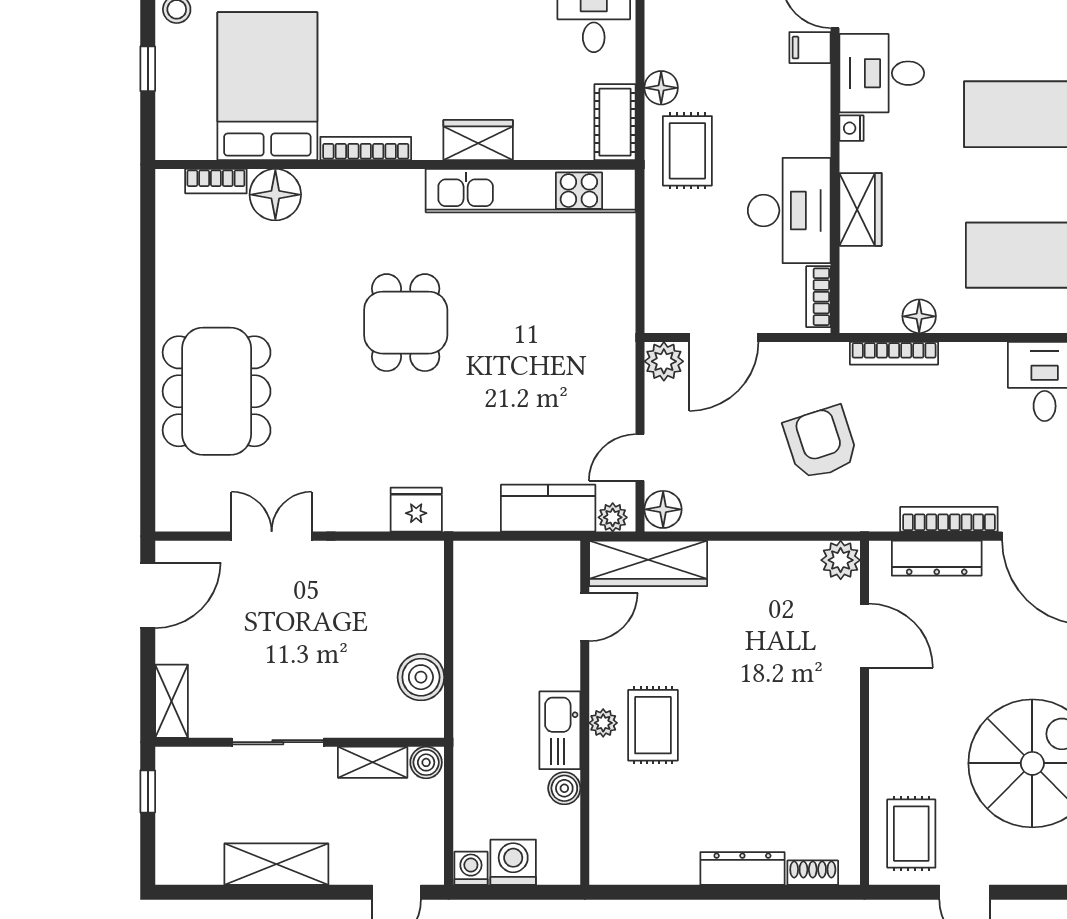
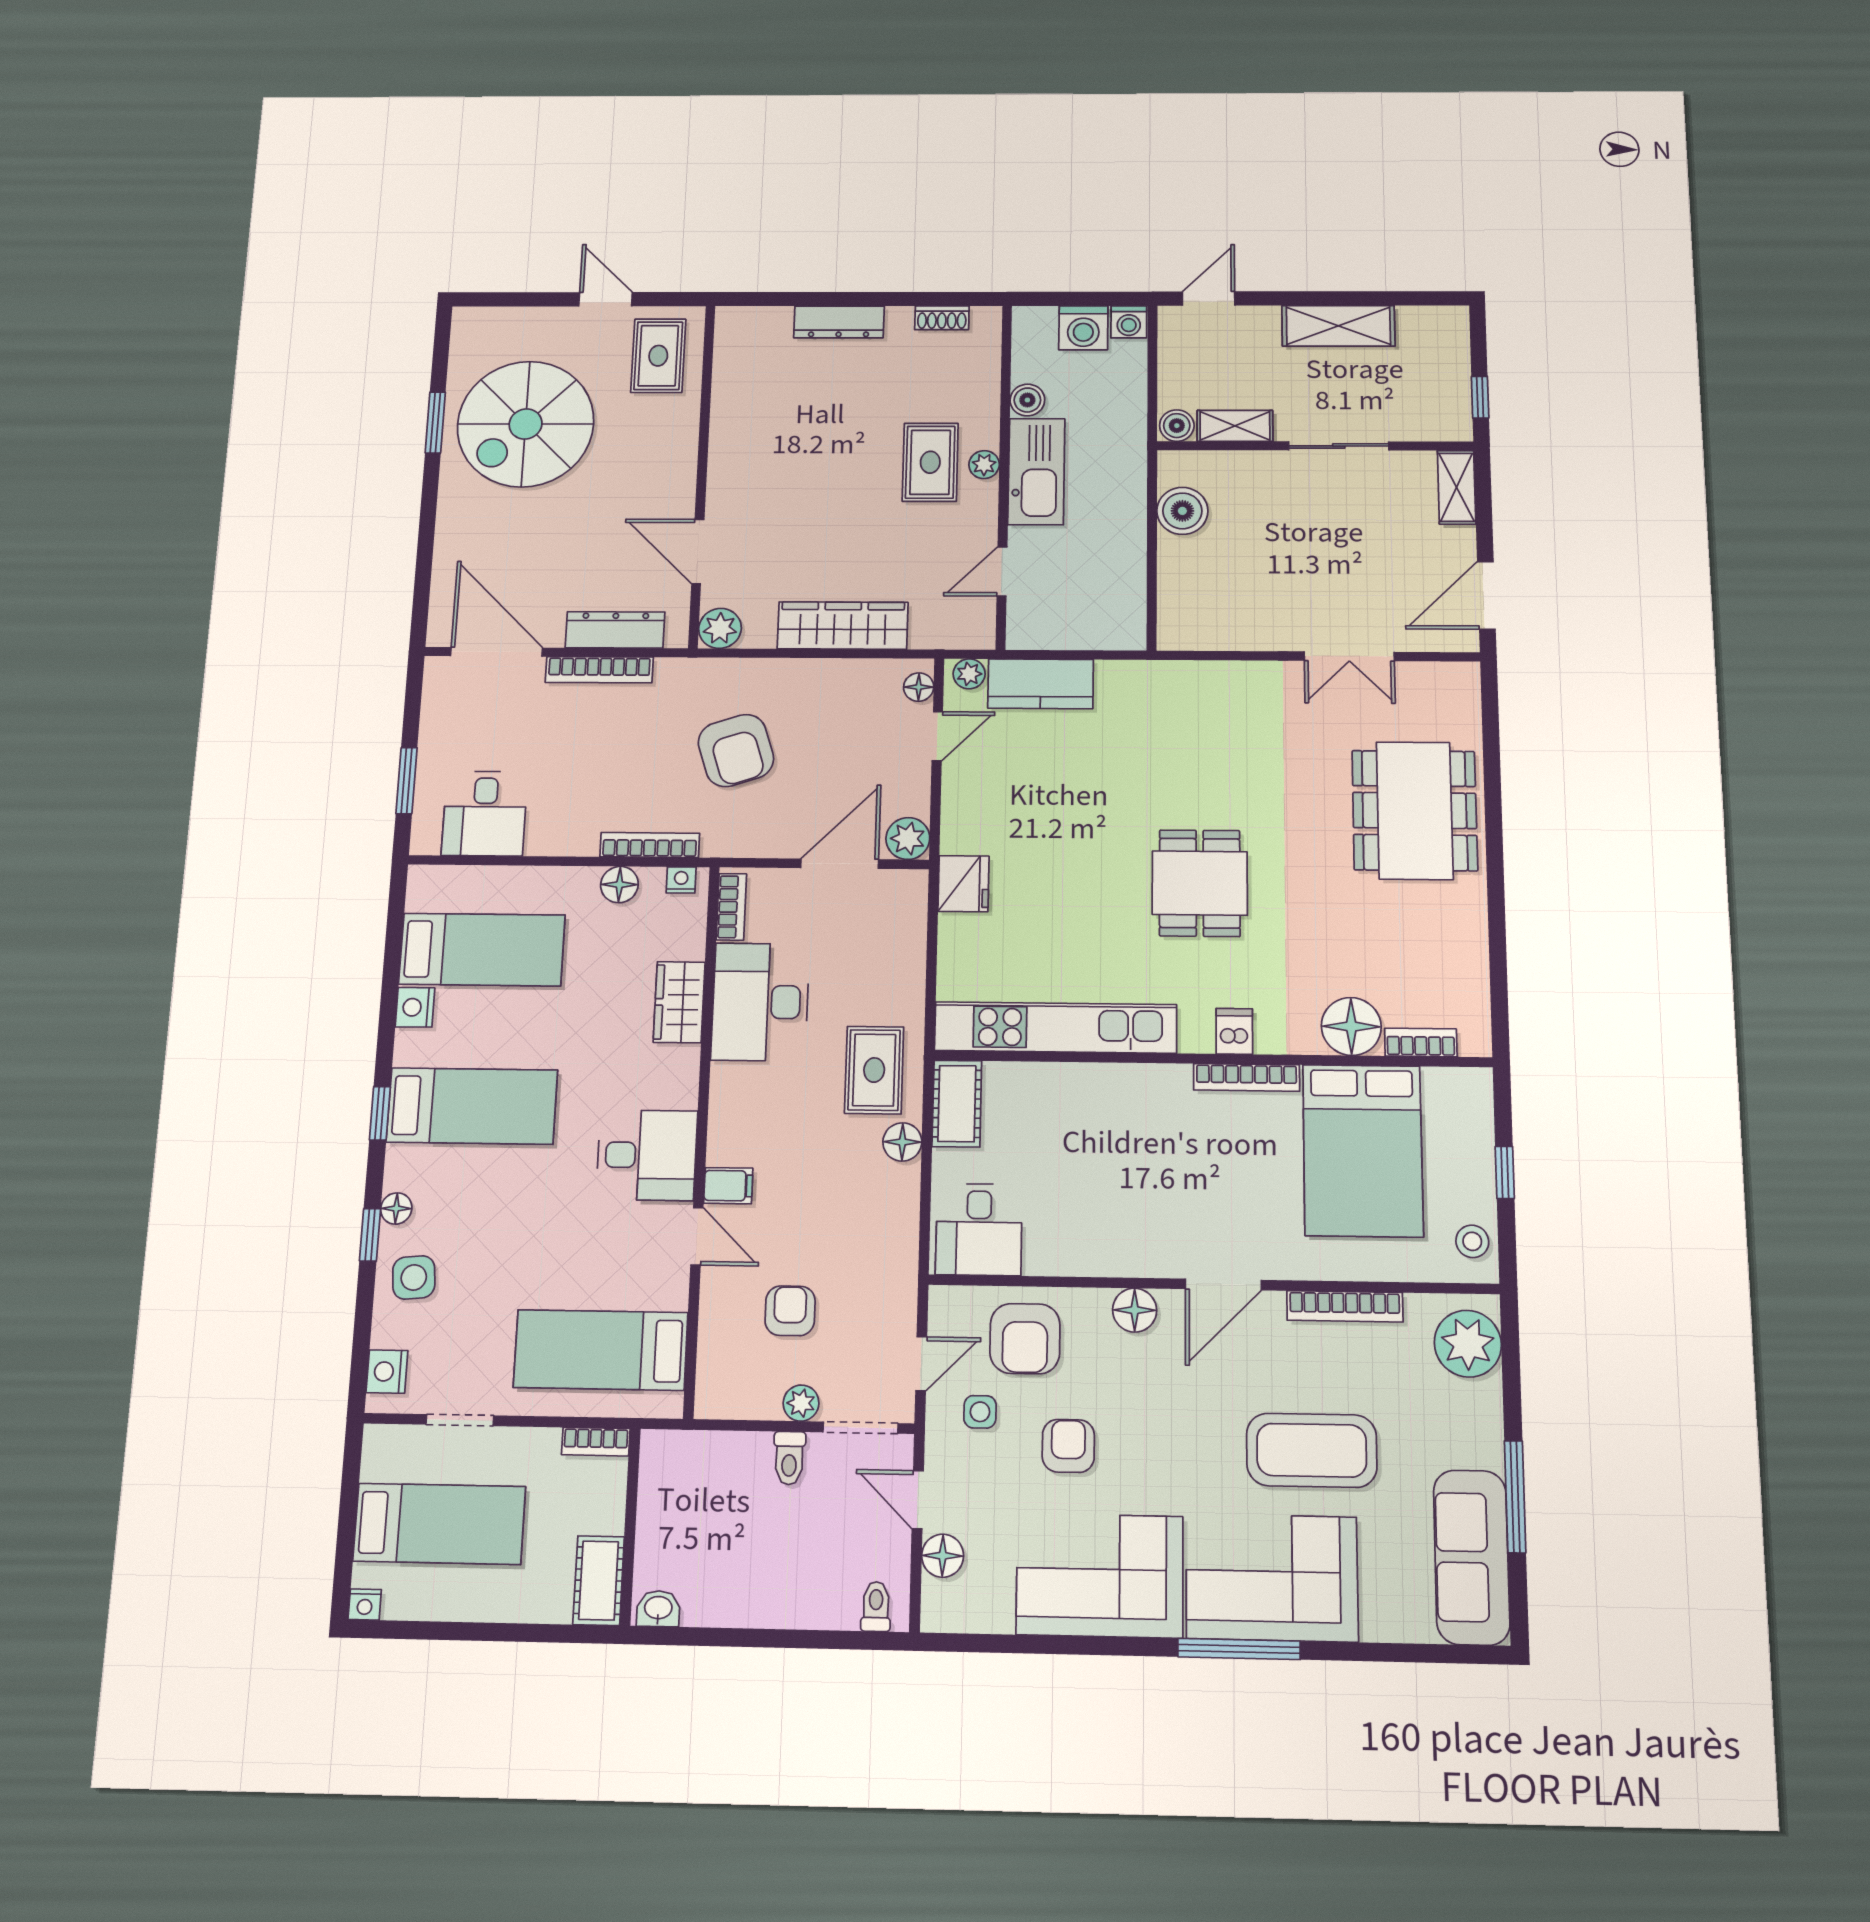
nightstand: (852, 128) -> (681, 880), moved, turned -90
wardrobe: (478, 140) -> (1116, 1085), removed
dishwasher: (376, 189) -> (1234, 1031), added
floor lamp: (663, 509) -> (919, 687), width x0.73, depth x0.73
fridge: (416, 510) -> (963, 884), moved, turned -90
wardrobe: (648, 563) -> (843, 626), moved
kitchen sink: (560, 730) -> (1036, 471), width x1.36, depth x1.24
shoe rack: (813, 873) -> (942, 318), moved

